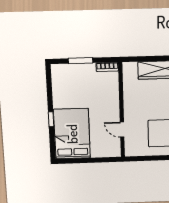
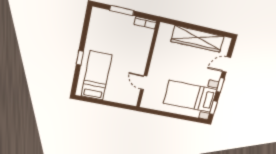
bed: (72, 134) -> (96, 76), width x0.67

